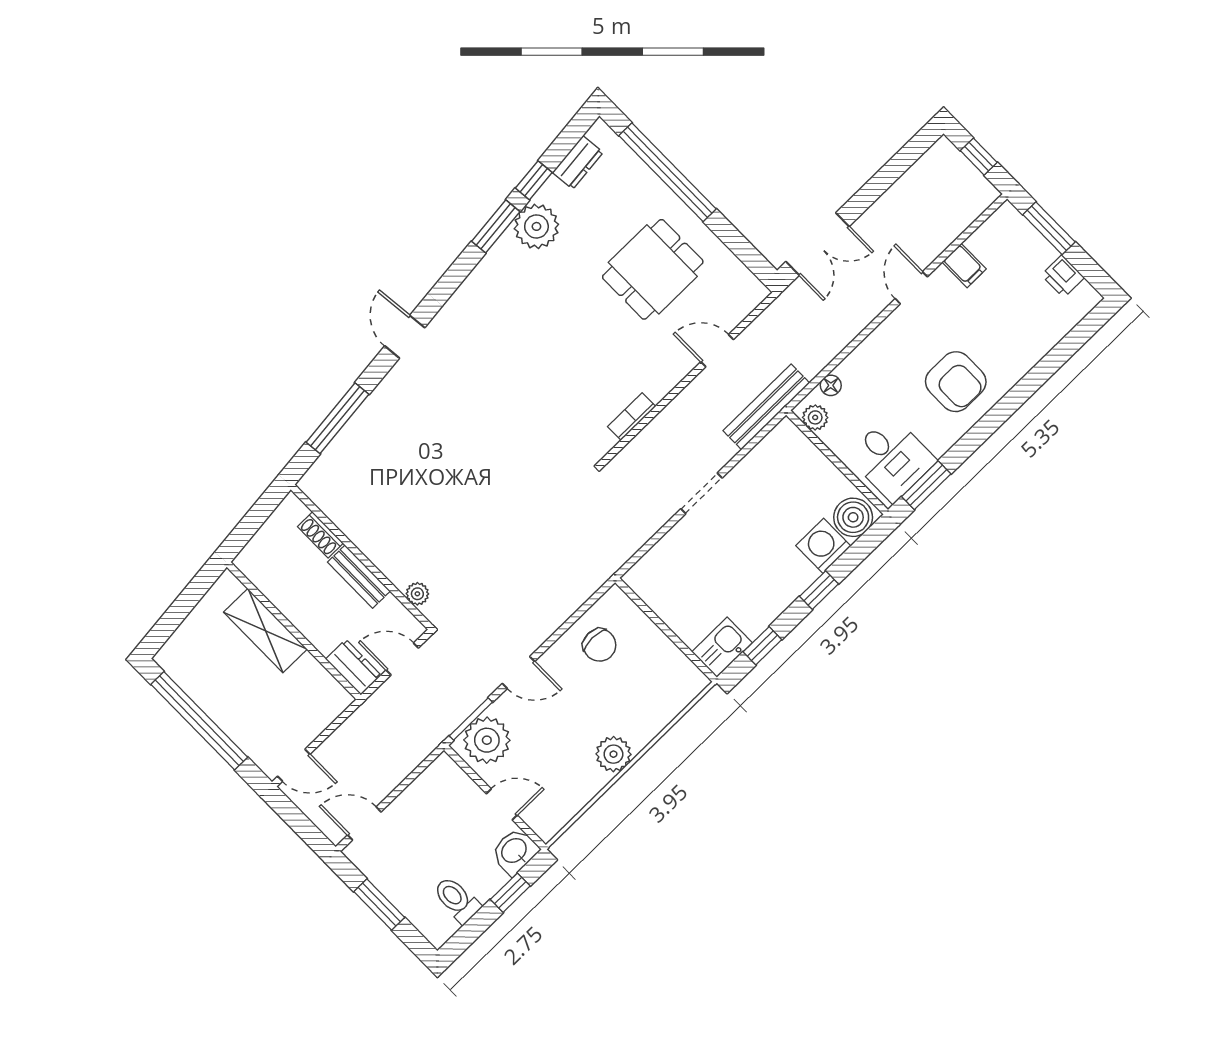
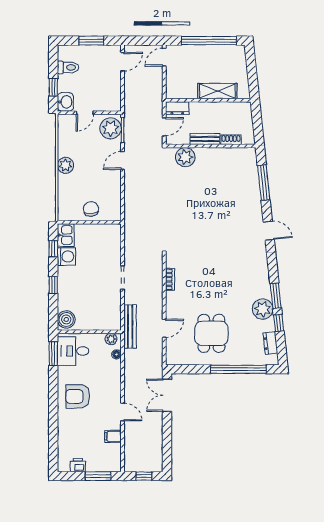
washing machine: (823, 546) -> (66, 257), moved
plant: (417, 594) -> (185, 157), width x1.87, depth x1.87
chair: (599, 645) -> (91, 209), moved, turned 85

